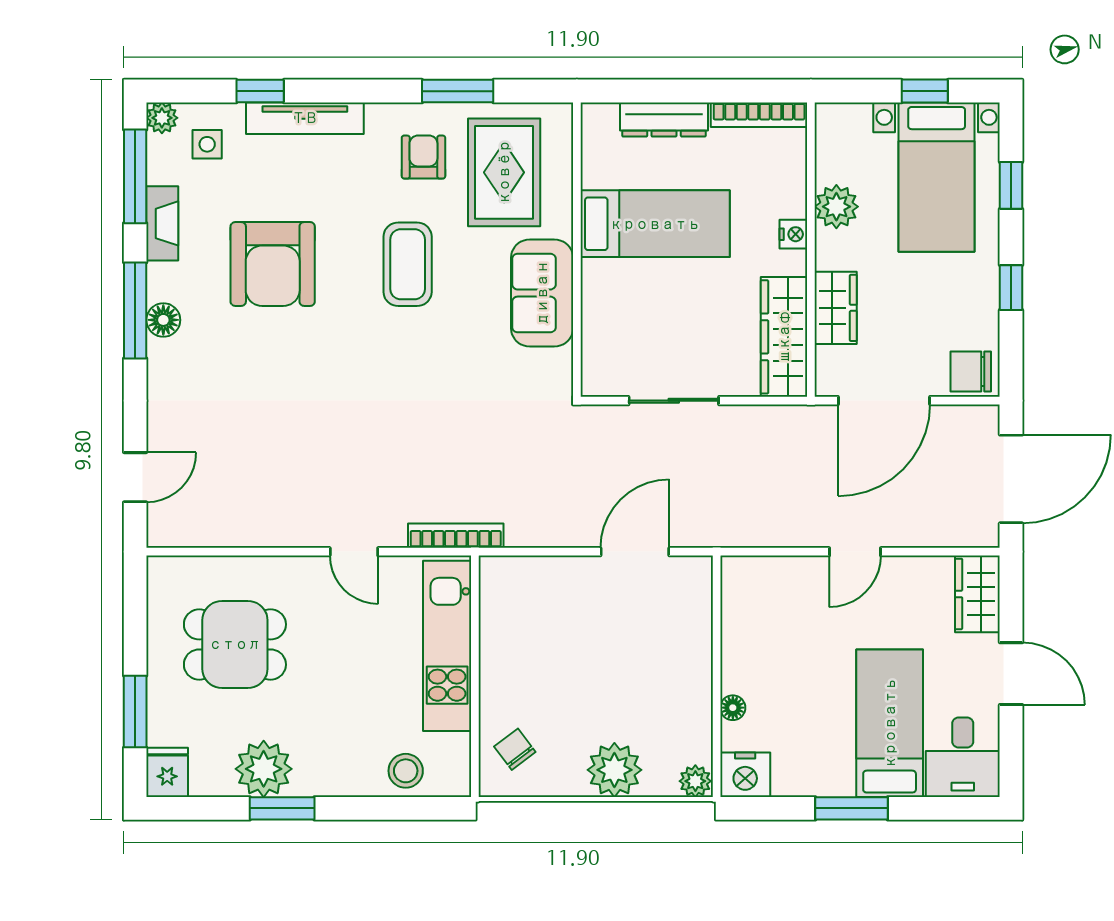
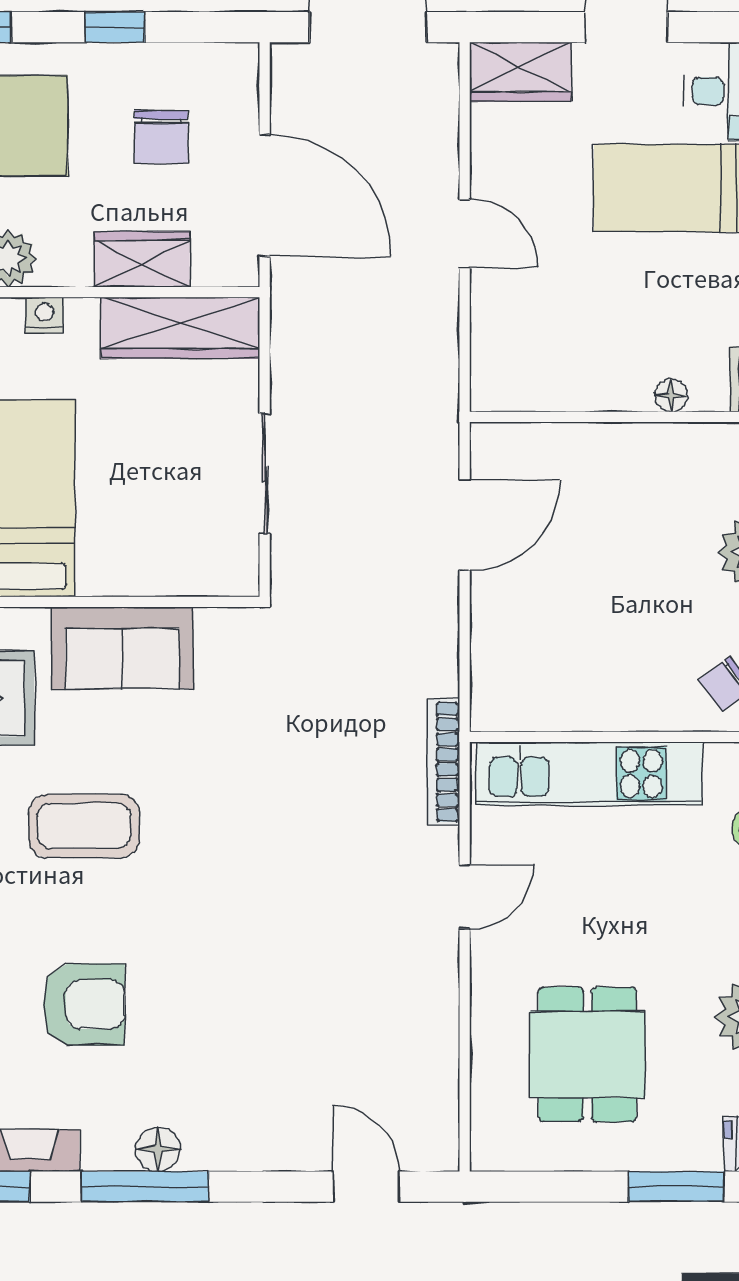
armchair: (273, 264) -> (84, 1004), width x0.73, depth x0.73
chair: (971, 372) -> (161, 137), moved
door: (635, 552) -> (465, 525), swing flipped

